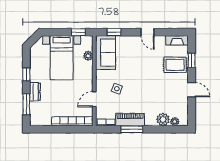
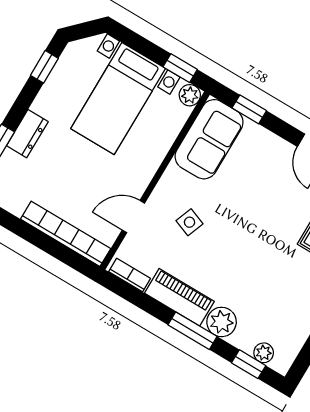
plant: (88, 56) -> (190, 95), moved
window: (26, 74) -> (44, 67), moved
plant: (163, 119) -> (222, 322), moved
window: (132, 129) -> (192, 331), moved
window: (172, 129) -> (249, 364), added

